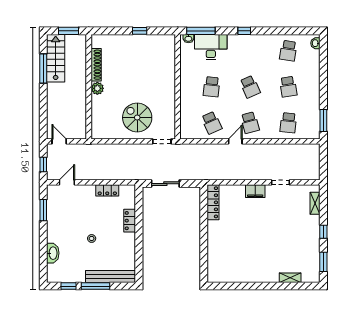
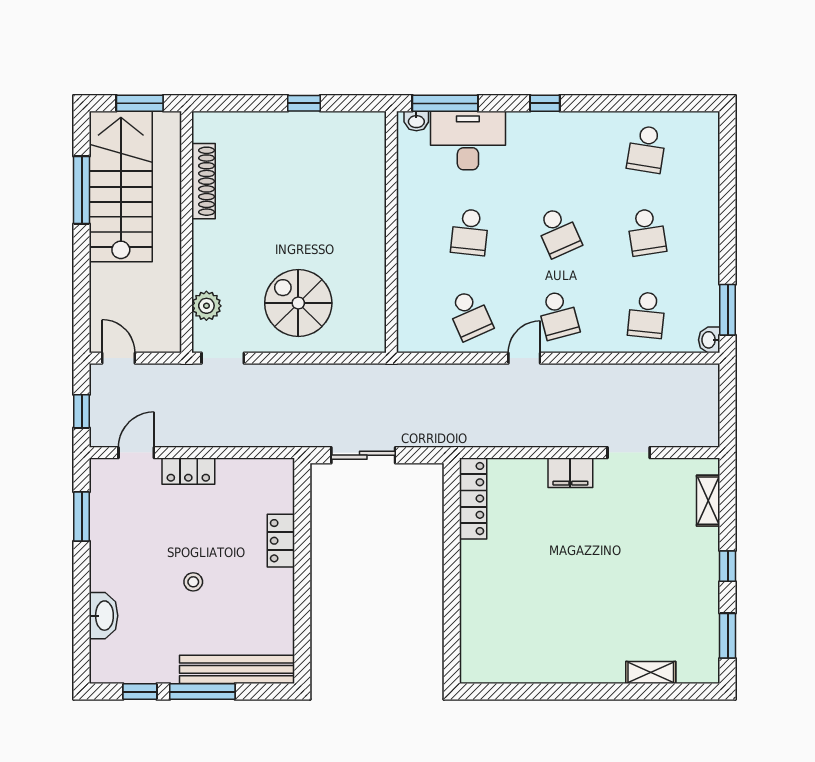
washbasin: (315, 43) -> (709, 340), moved
stairs: (56, 58) -> (121, 187), width x1.36, depth x1.51
plant: (97, 88) -> (206, 306), moved
doorway: (162, 141) -> (223, 358), moved
locker: (107, 190) -> (188, 471), moved

